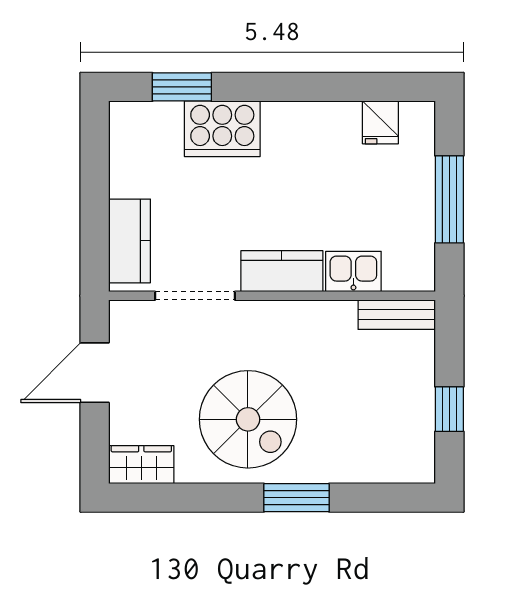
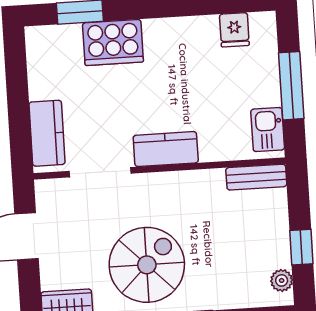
kitchen sink: (353, 271) -> (268, 130), moved, turned -90
spiral stairs: (248, 419) -> (147, 265), turned -90
plant: (421, 451) -> (282, 280), added

